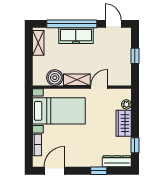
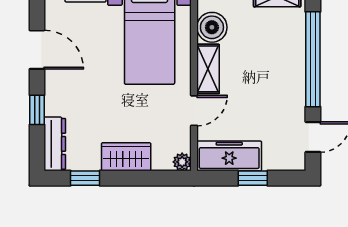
freezer: (76, 36) -> (229, 156), moved, turned 90
door: (99, 87) -> (194, 111), hinge flipped
plant: (126, 104) -> (182, 162), moved
door: (55, 171) -> (37, 50), moved

